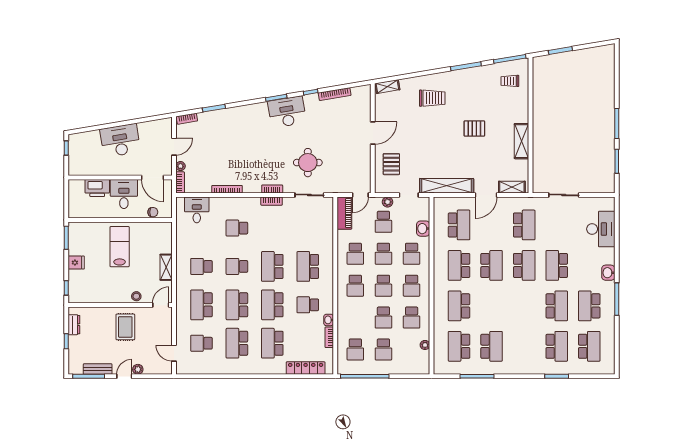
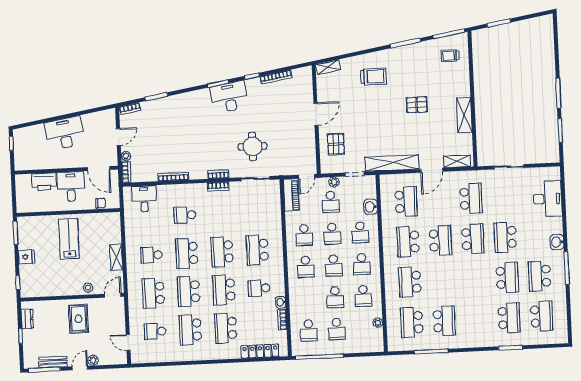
school desk: (237, 266) -> (187, 253), width x1.85

